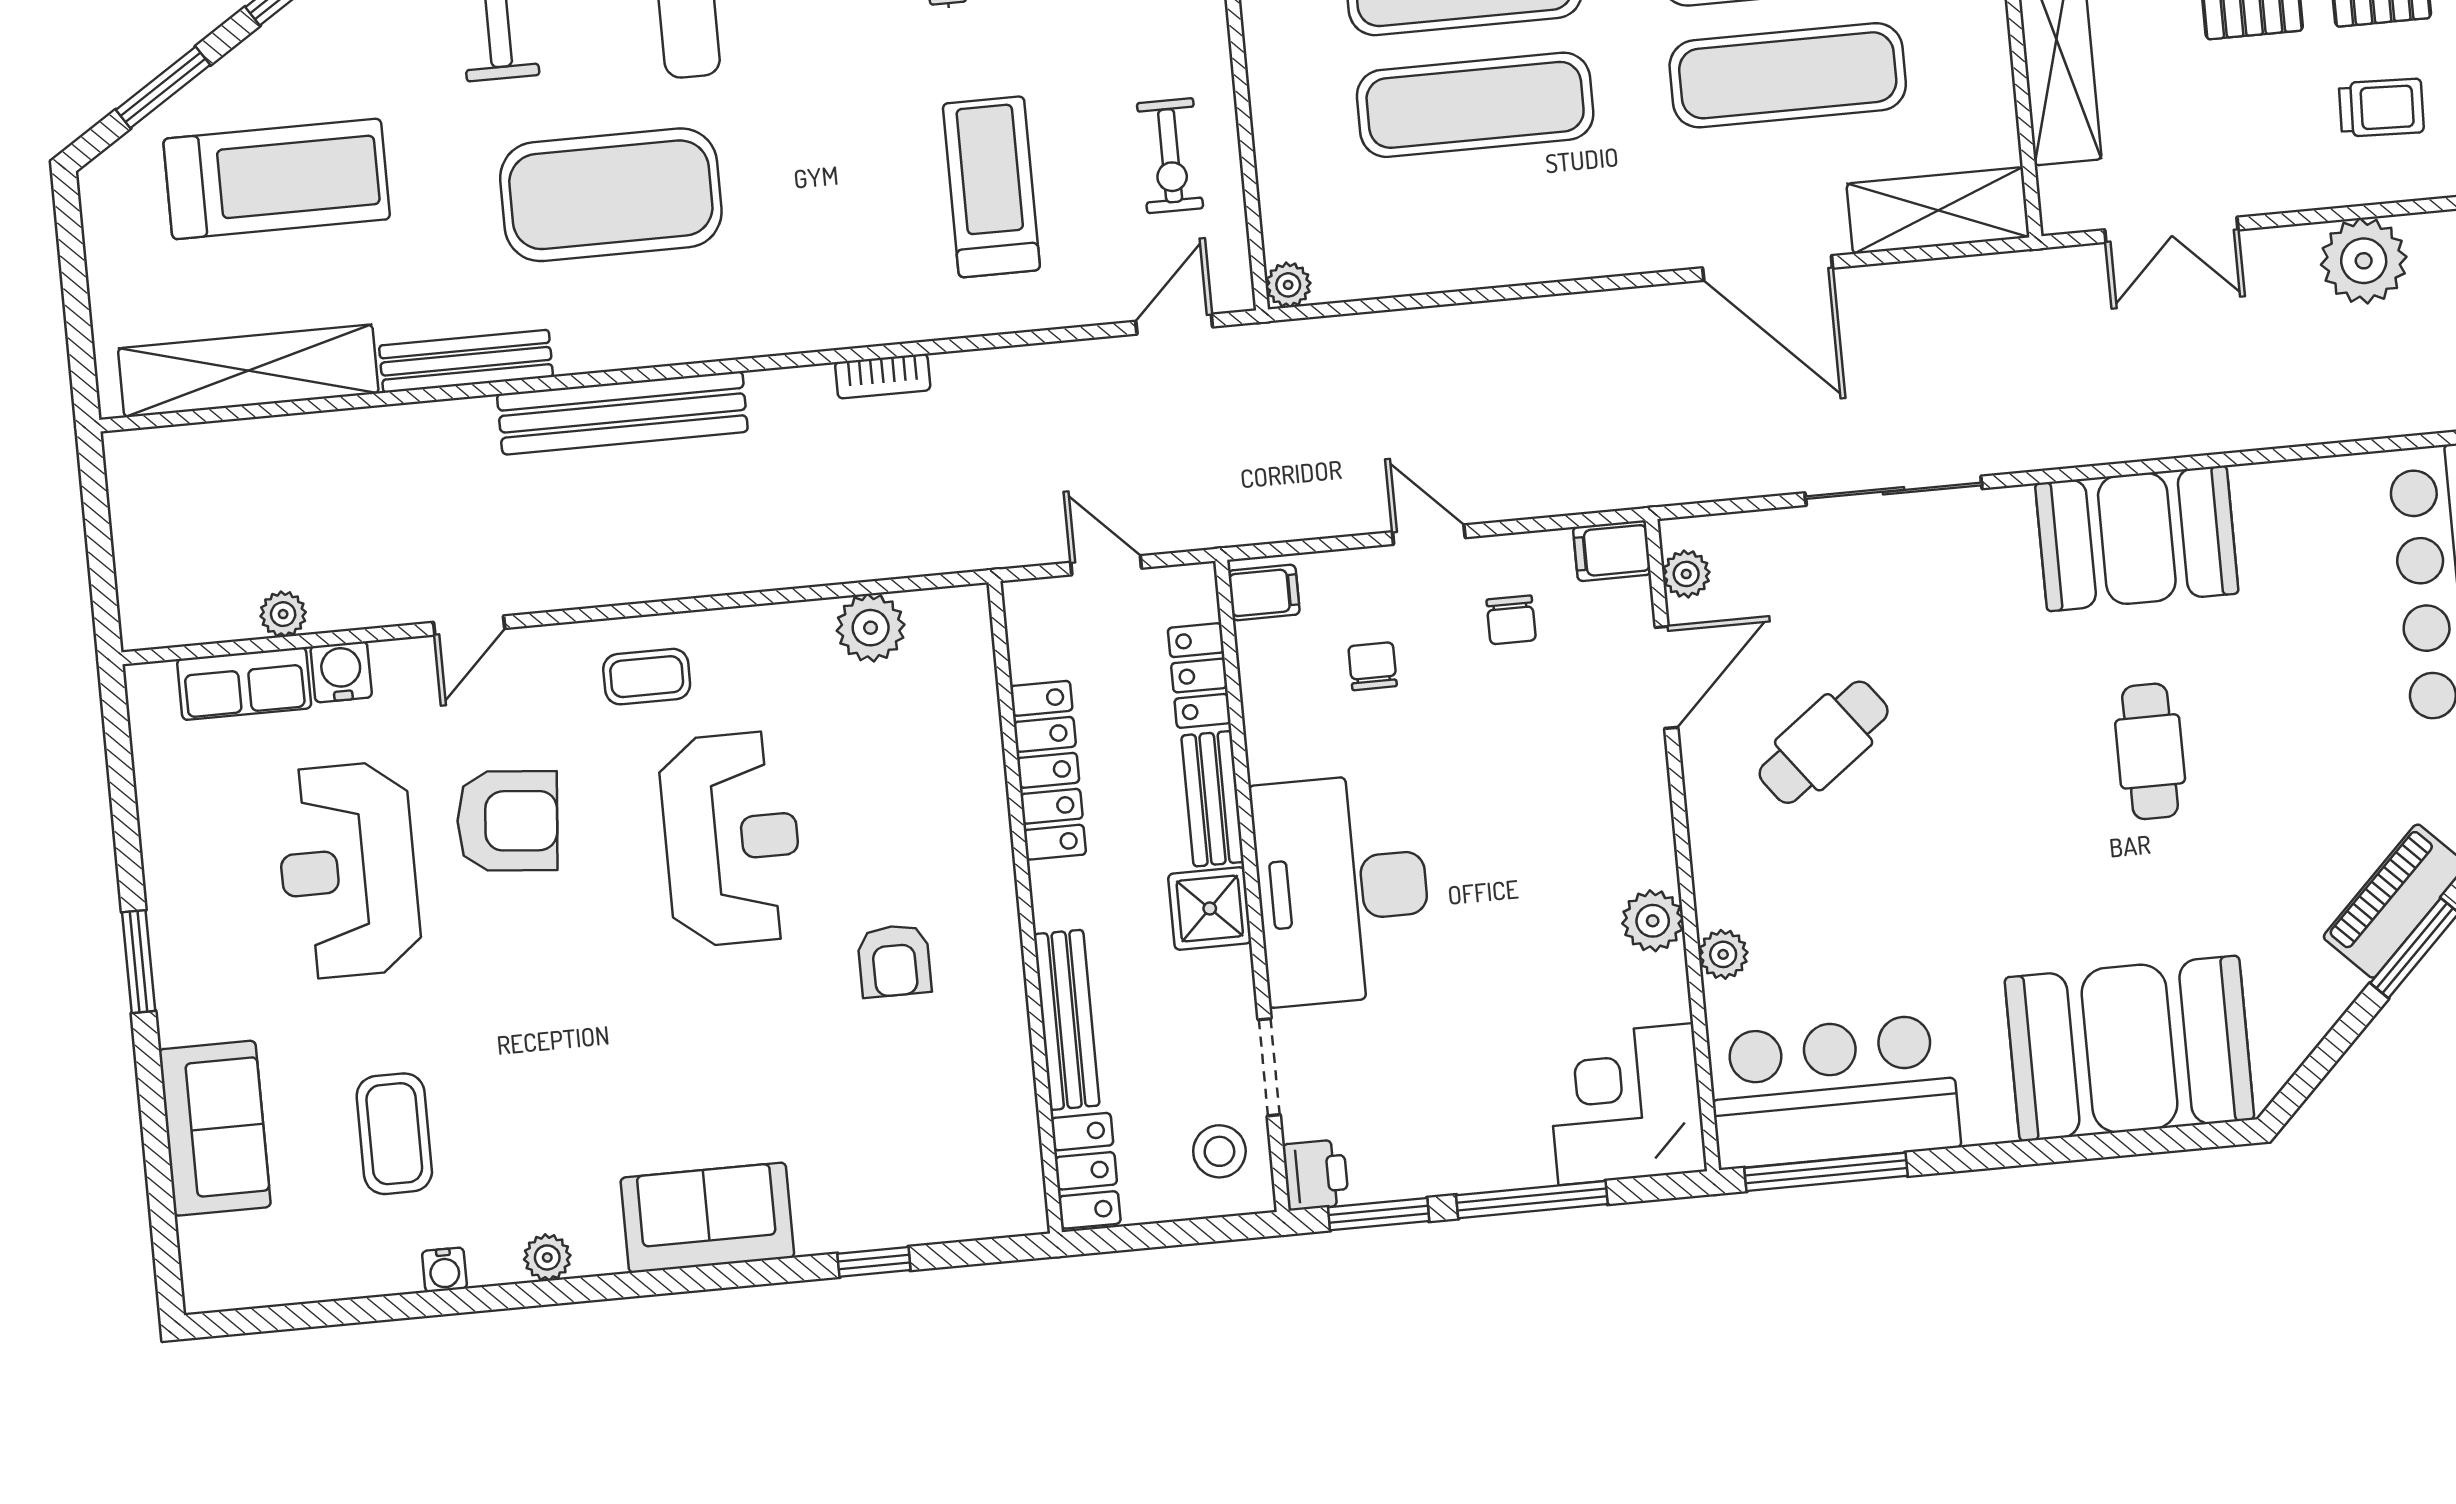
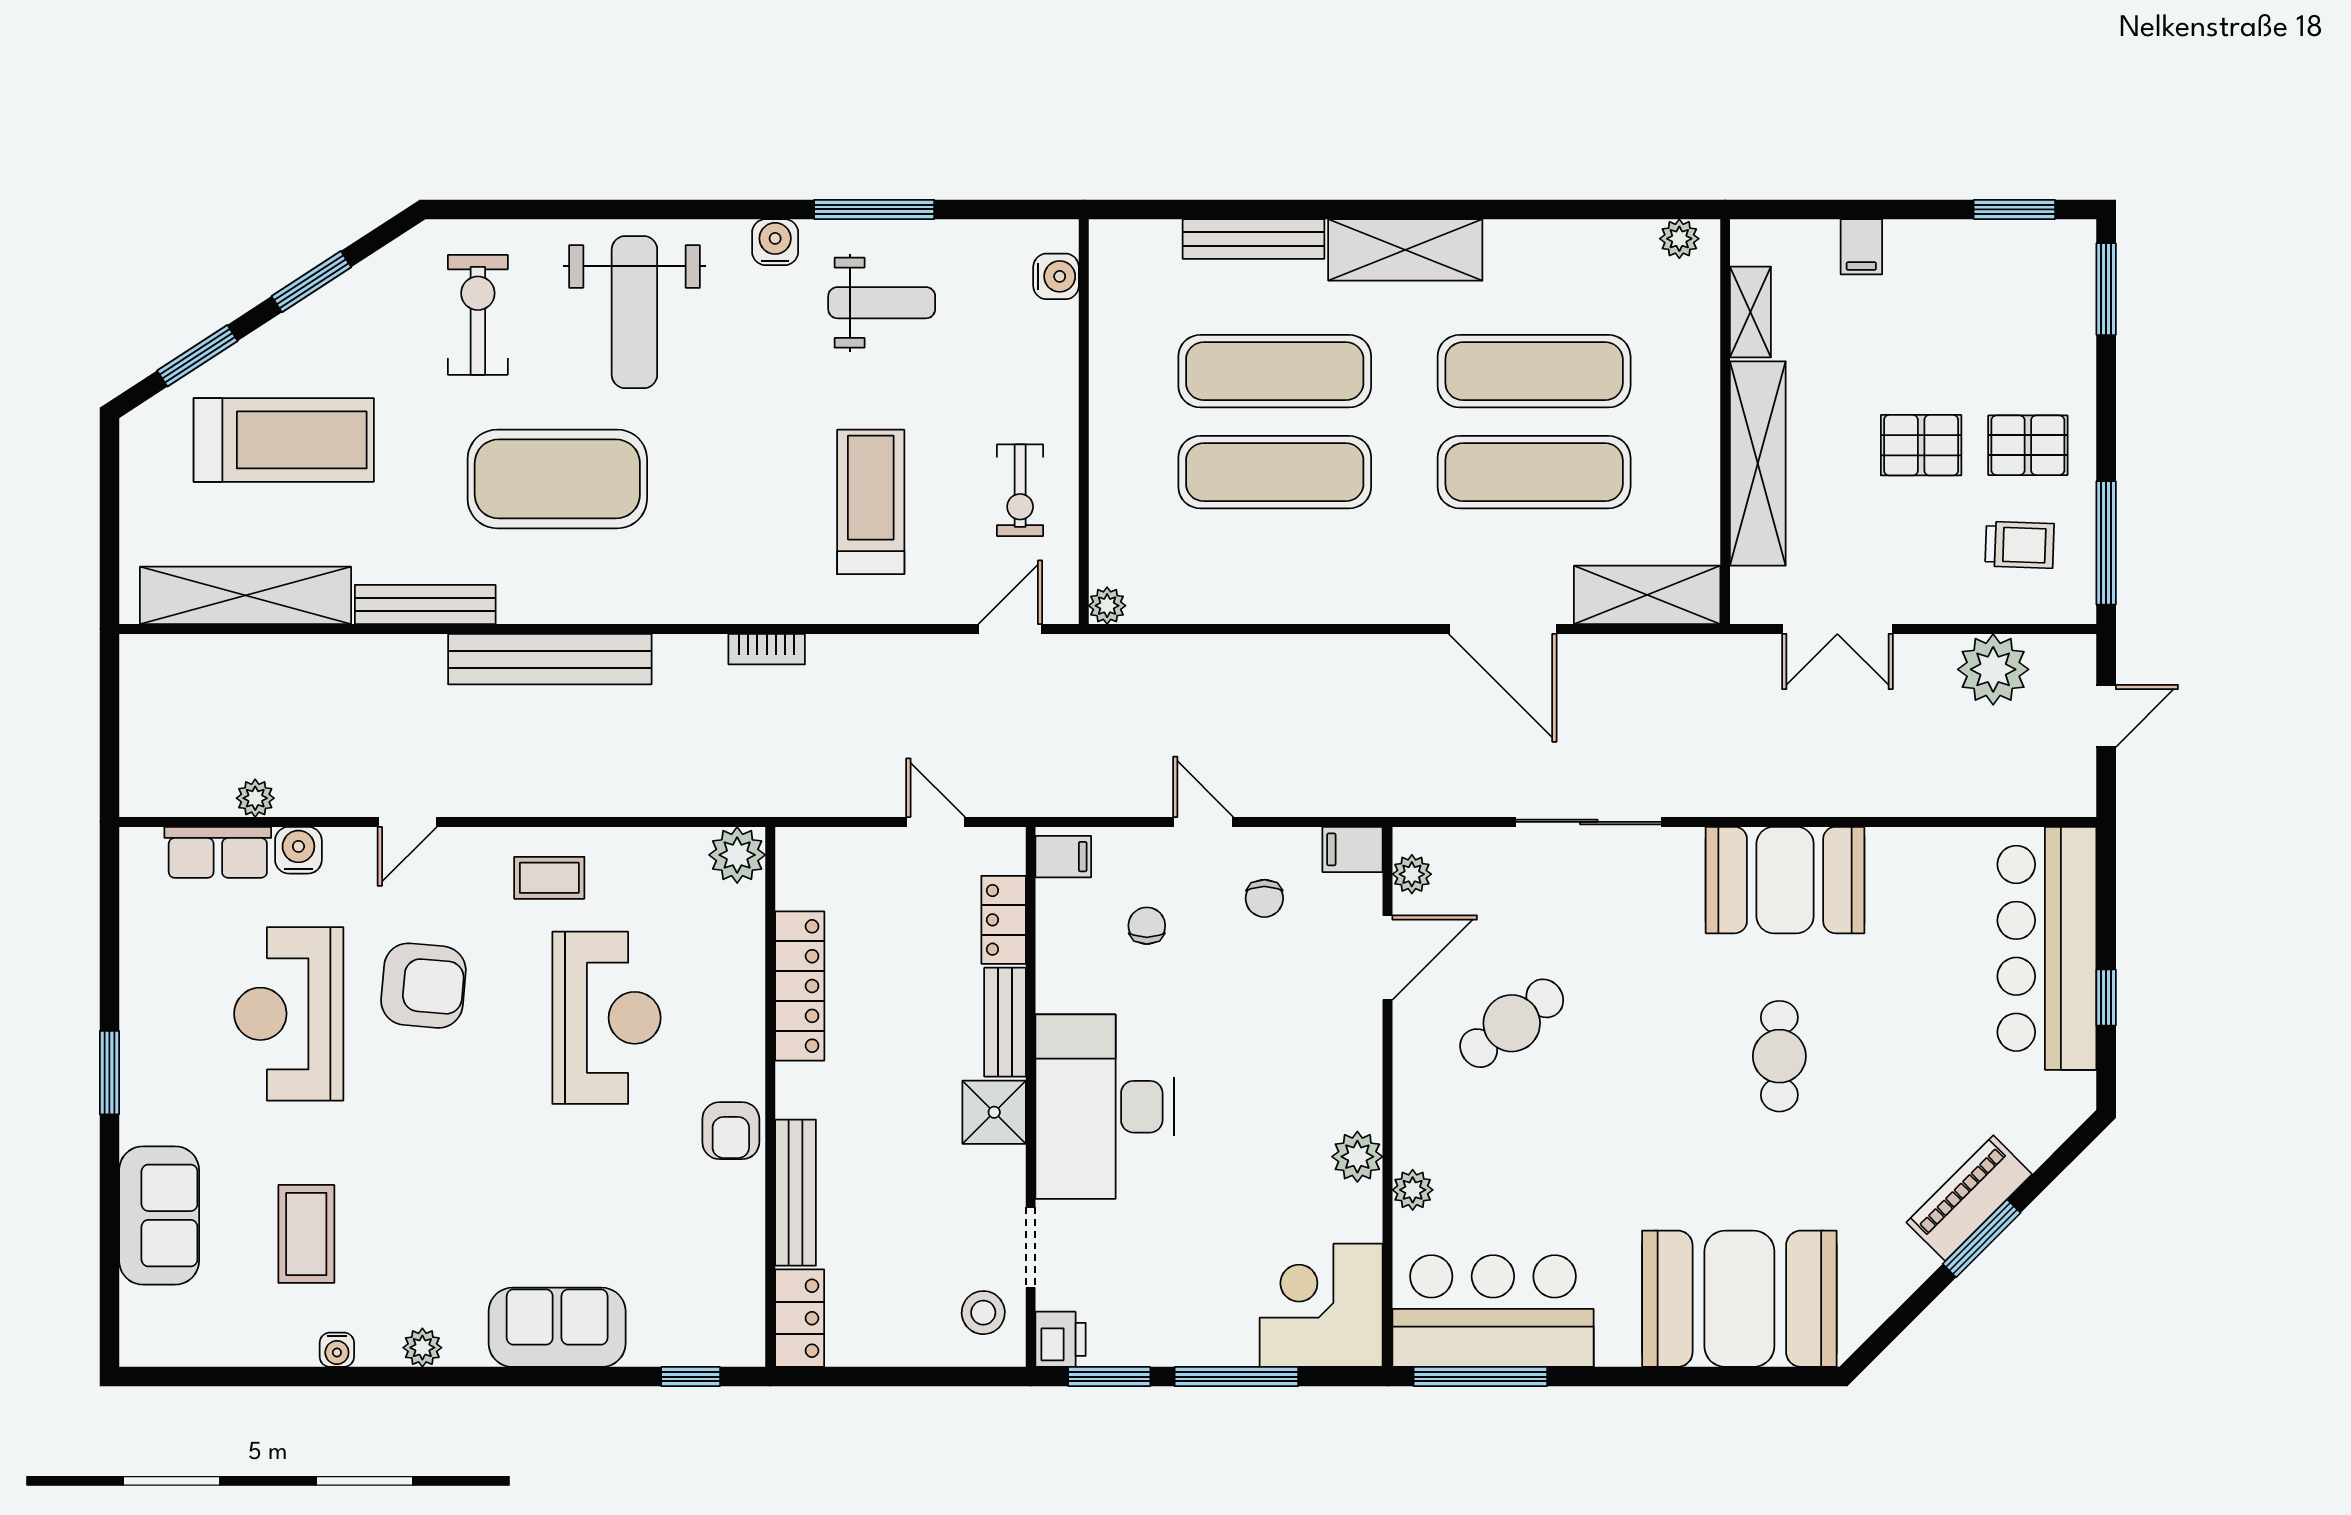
locker: (1048, 770) -> (800, 986), moved
wall: (1025, 907) -> (770, 1097), moved
bench: (1067, 1020) -> (795, 1193), moved
locker: (1086, 1171) -> (800, 1318), moved

